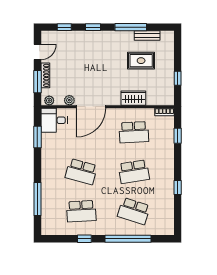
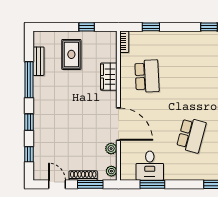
rug: (141, 61) -> (71, 54), moved
desk: (54, 120) -> (150, 166), moved
school desk: (134, 172) -> (191, 76), removed

